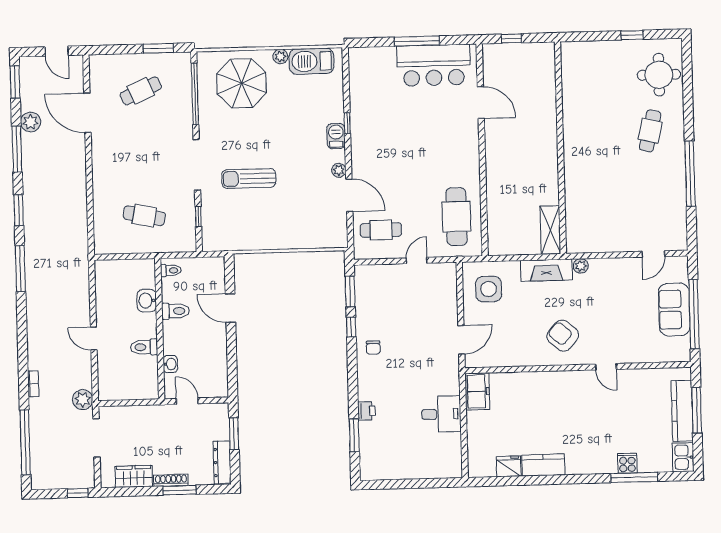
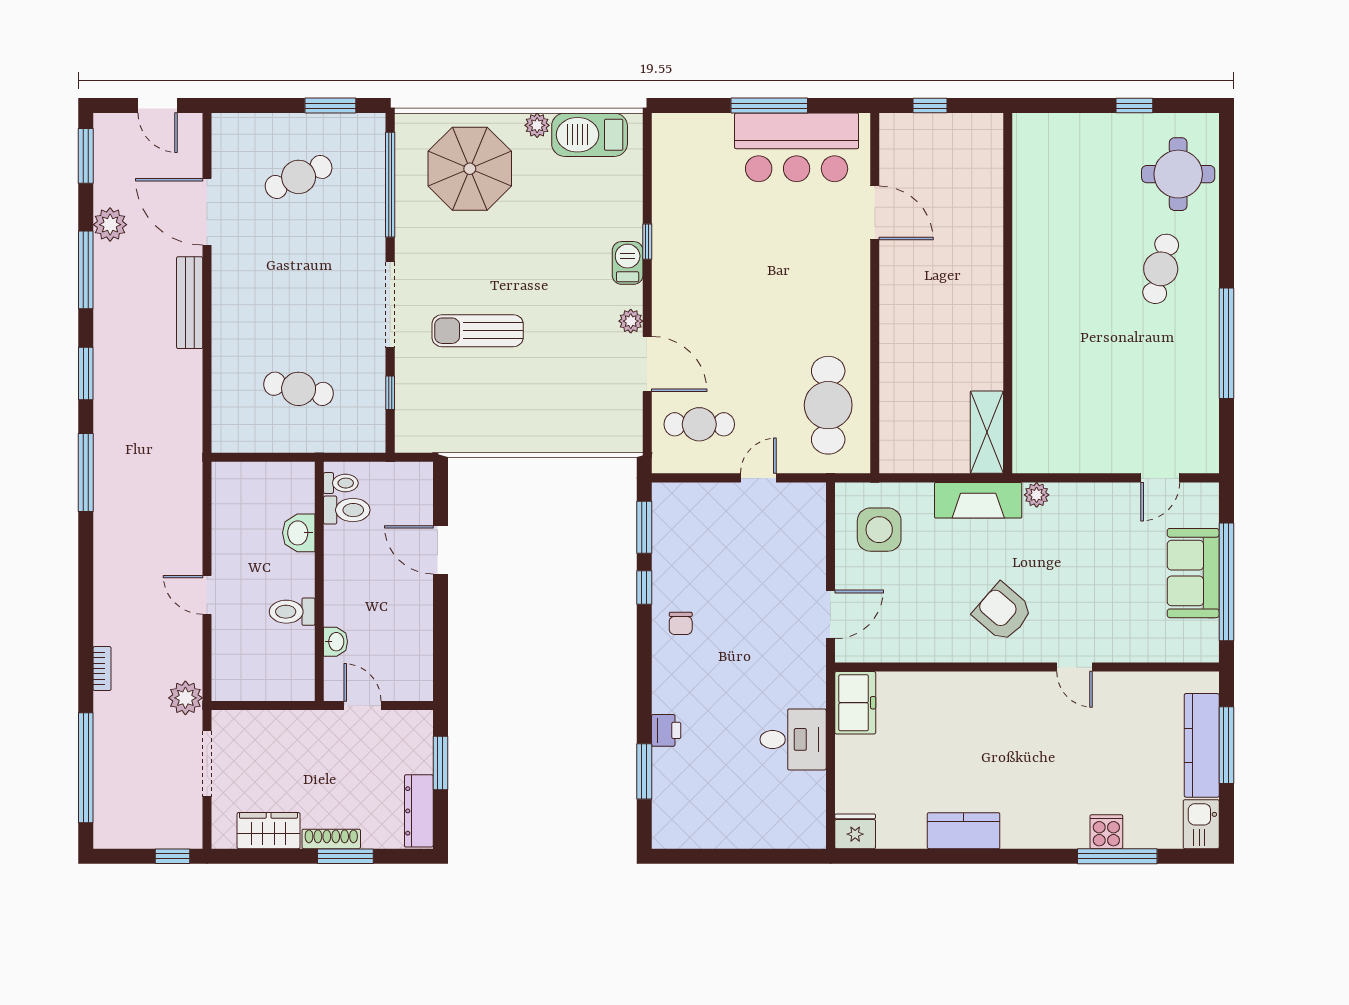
bench: (79, 167) -> (190, 303), added
toilet: (175, 311) -> (347, 510), moved
fridge: (509, 466) -> (855, 831), moved

